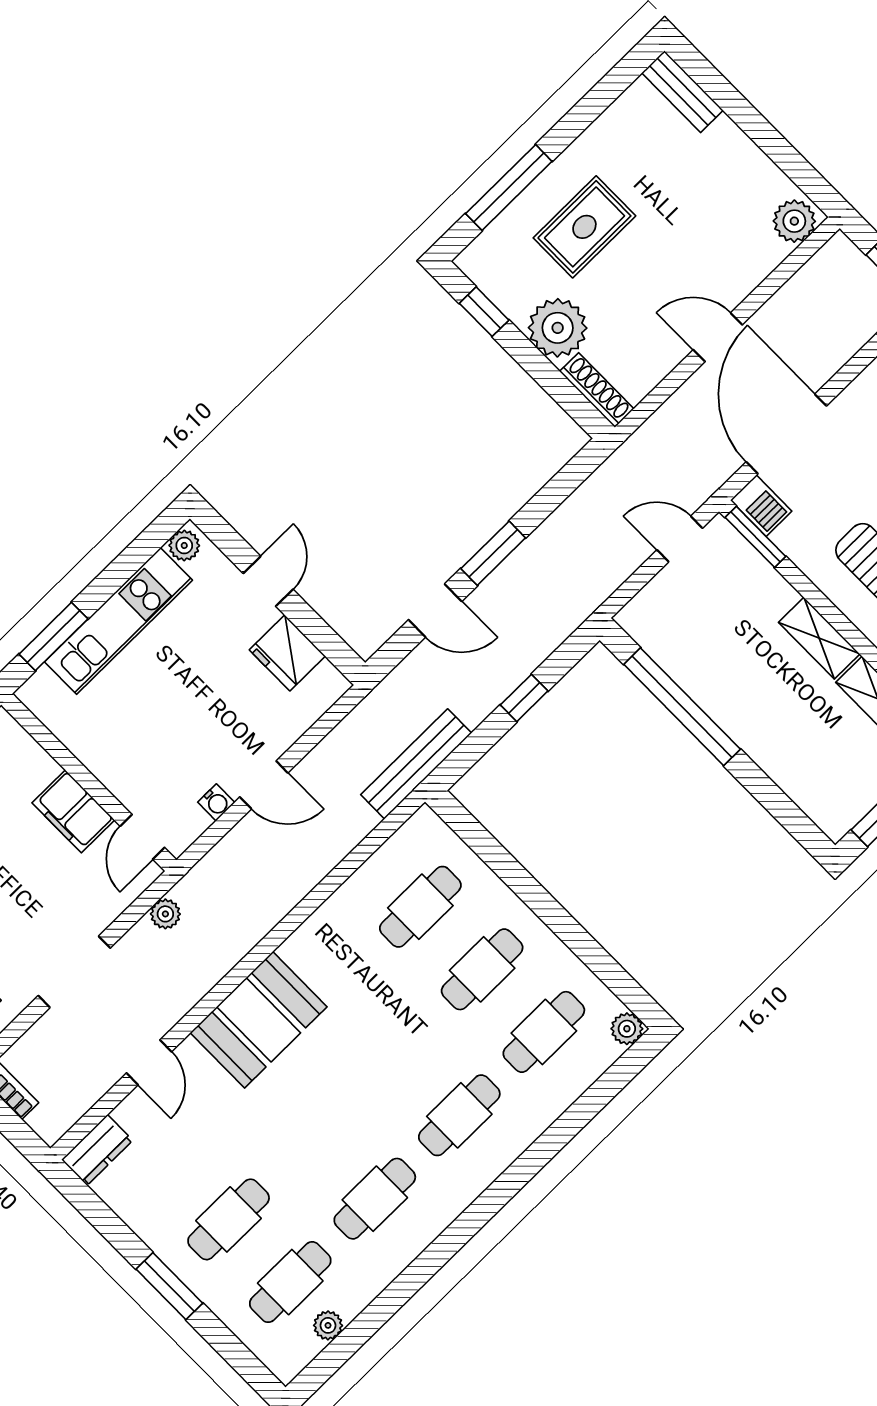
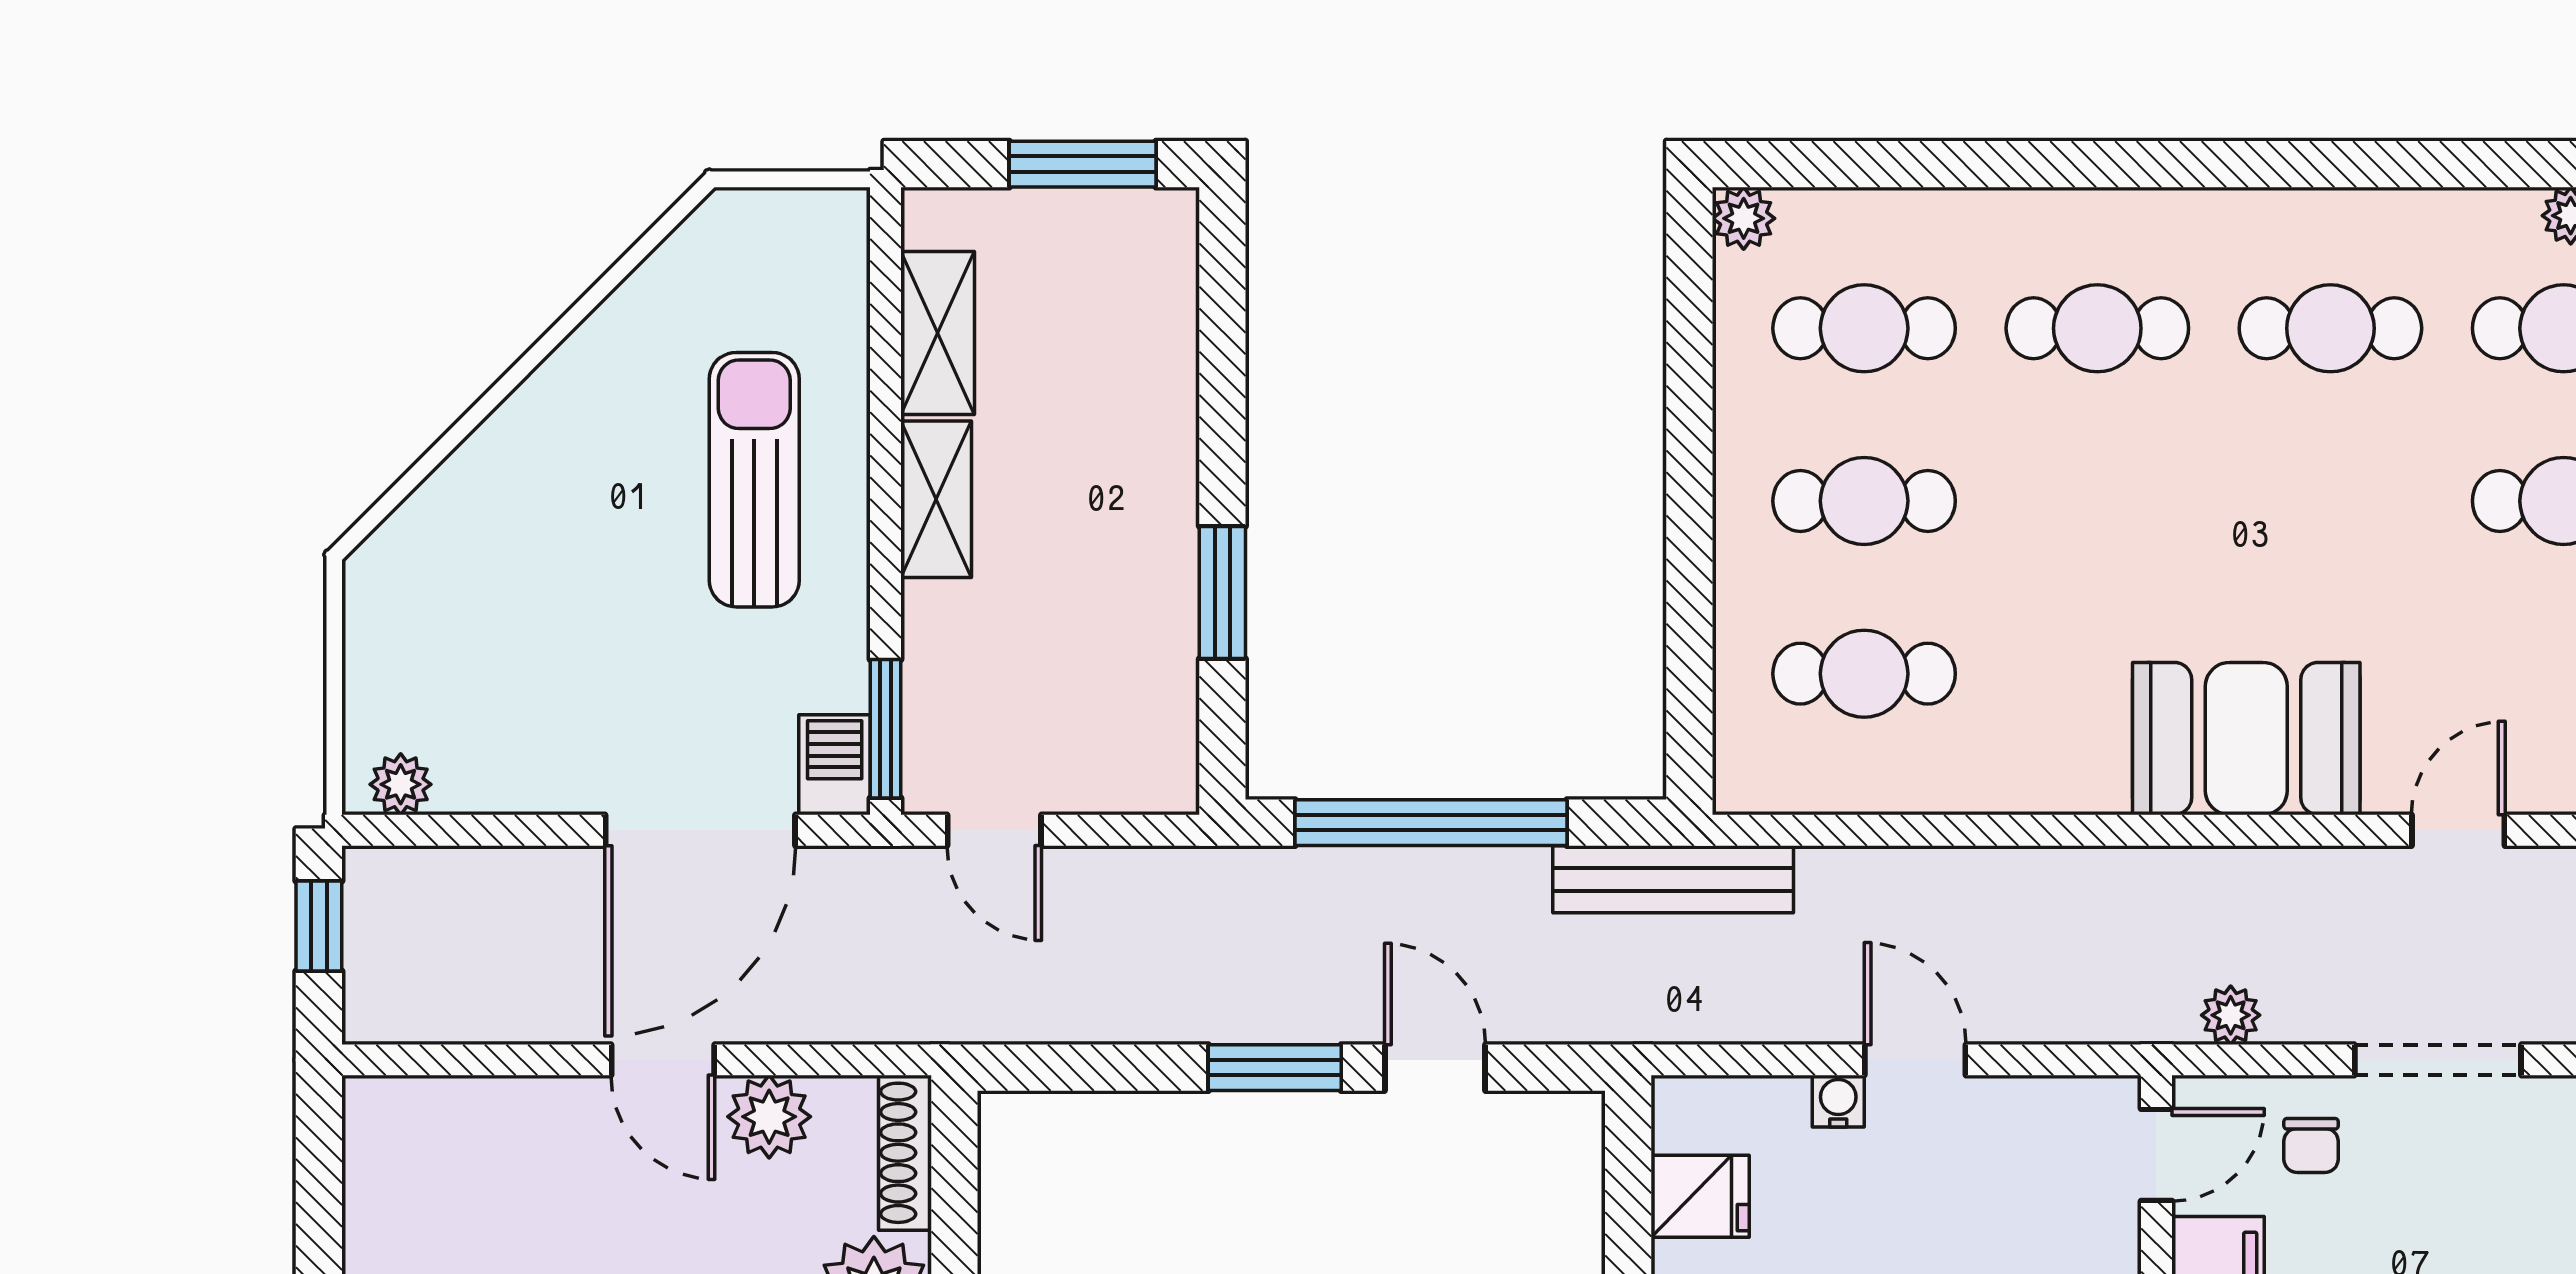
plant: (794, 221) -> (769, 1117), moved
fridge: (287, 653) -> (1700, 1196), width x0.72
window: (524, 698) -> (1431, 823), width x3.17
window: (682, 707) -> (1222, 592), width x0.47
water cooler: (216, 802) -> (1838, 1101), moved
chair: (90, 895) -> (2311, 1145), added

